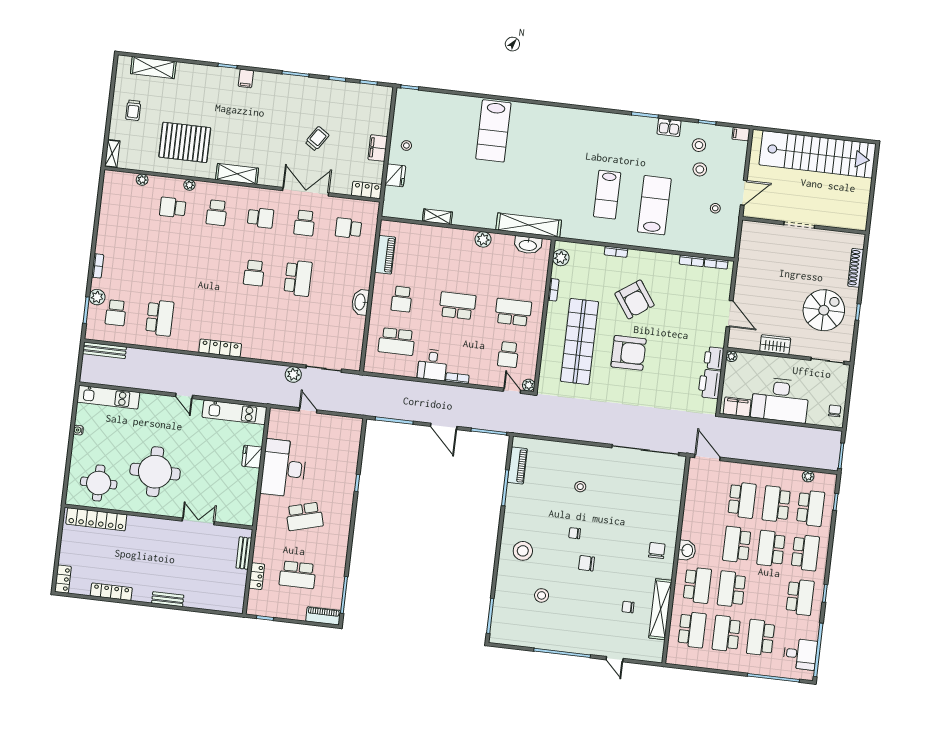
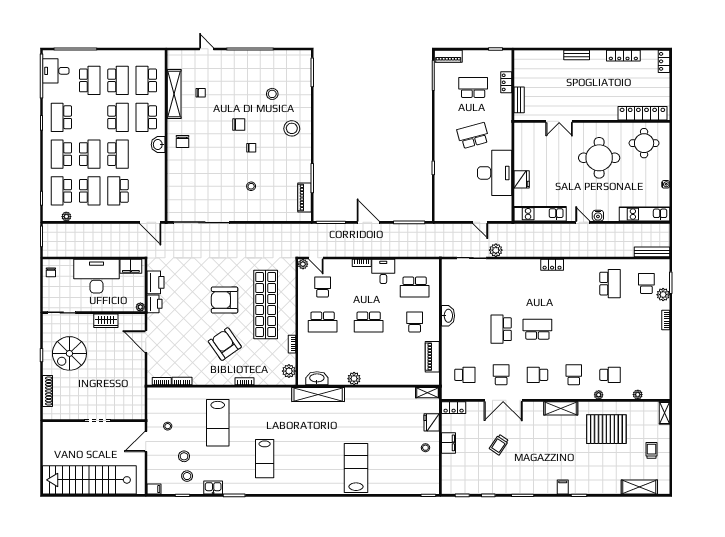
lab bench: (607, 195) -> (265, 459), moved, turned 180
shelving: (437, 217) -> (427, 393), moved
school desk: (254, 273) -> (537, 329), width x1.85
school desk: (160, 318) -> (610, 284), turned 180
school desk: (397, 341) -> (415, 287), turned 180
locker: (220, 348) -> (552, 265), width x0.66
water cooler: (165, 402) -> (598, 216), added

